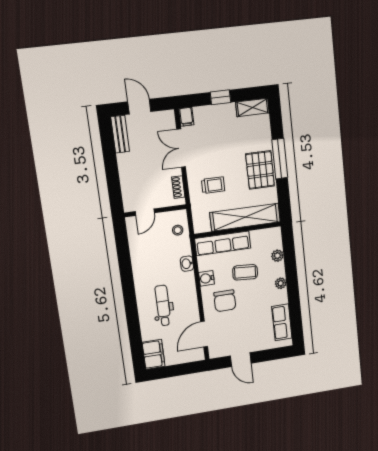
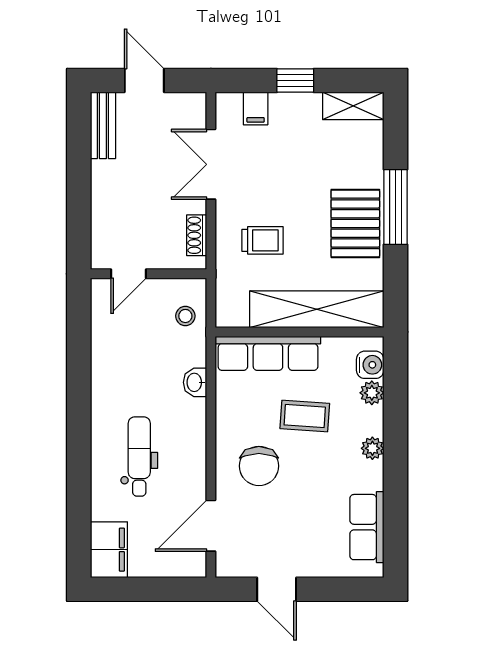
filing cabinet: (186, 117) -> (256, 108), moved
water cooler: (207, 278) -> (370, 365), moved, turned 180

